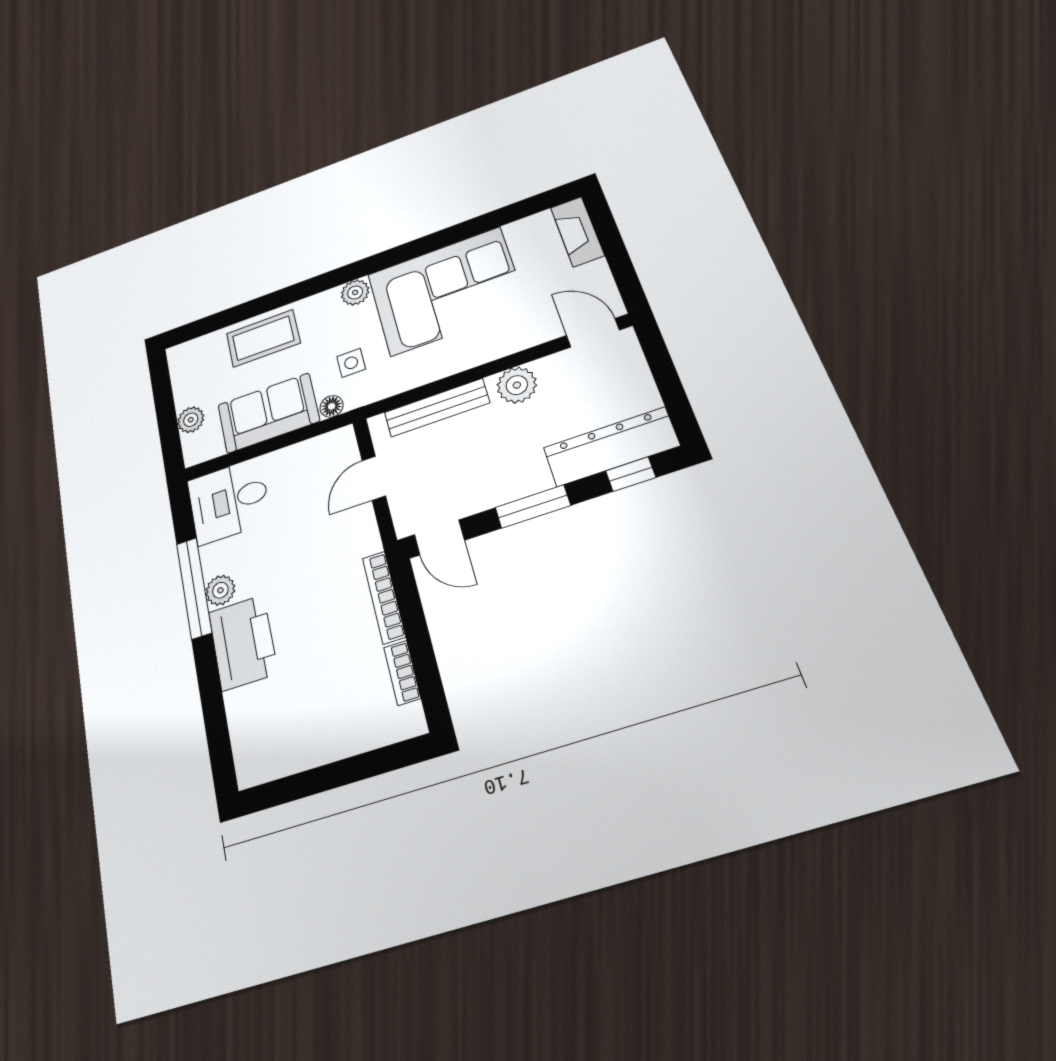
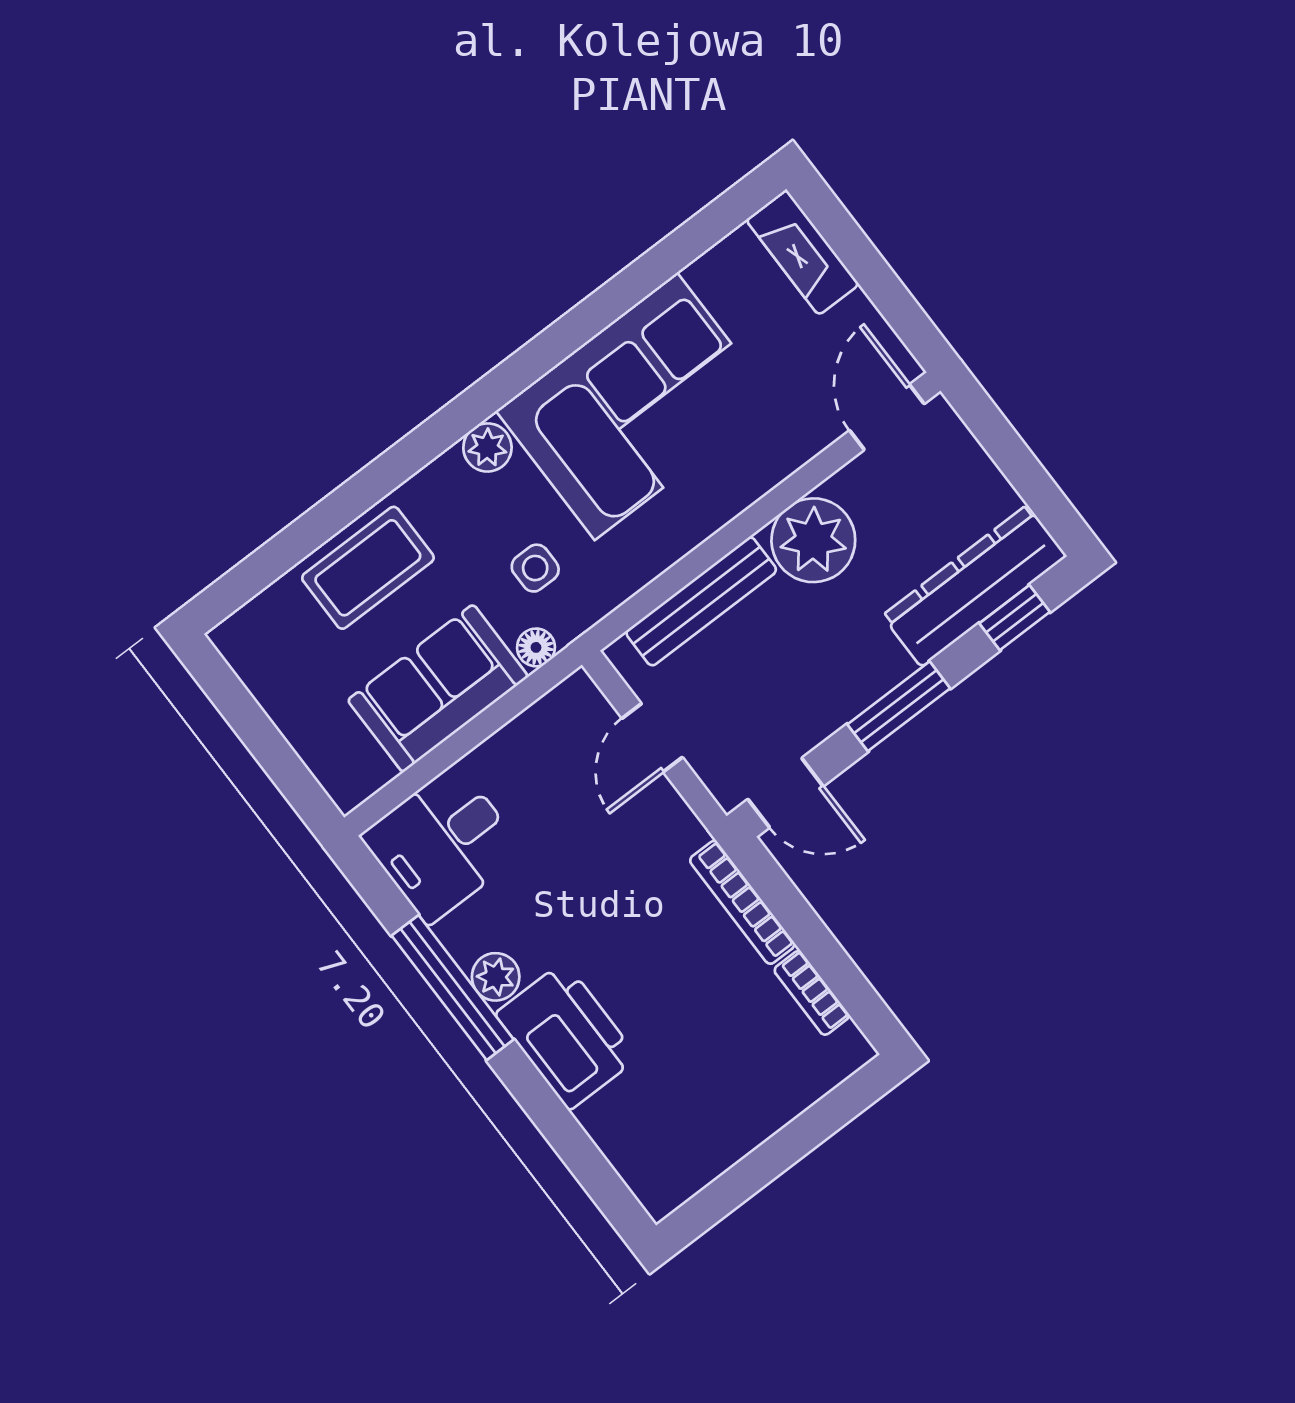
door: (593, 333) -> (887, 417), hinge flipped
plant: (517, 385) -> (813, 540), width x1.36, depth x1.36
plant: (191, 420) -> (312, 738), removed

